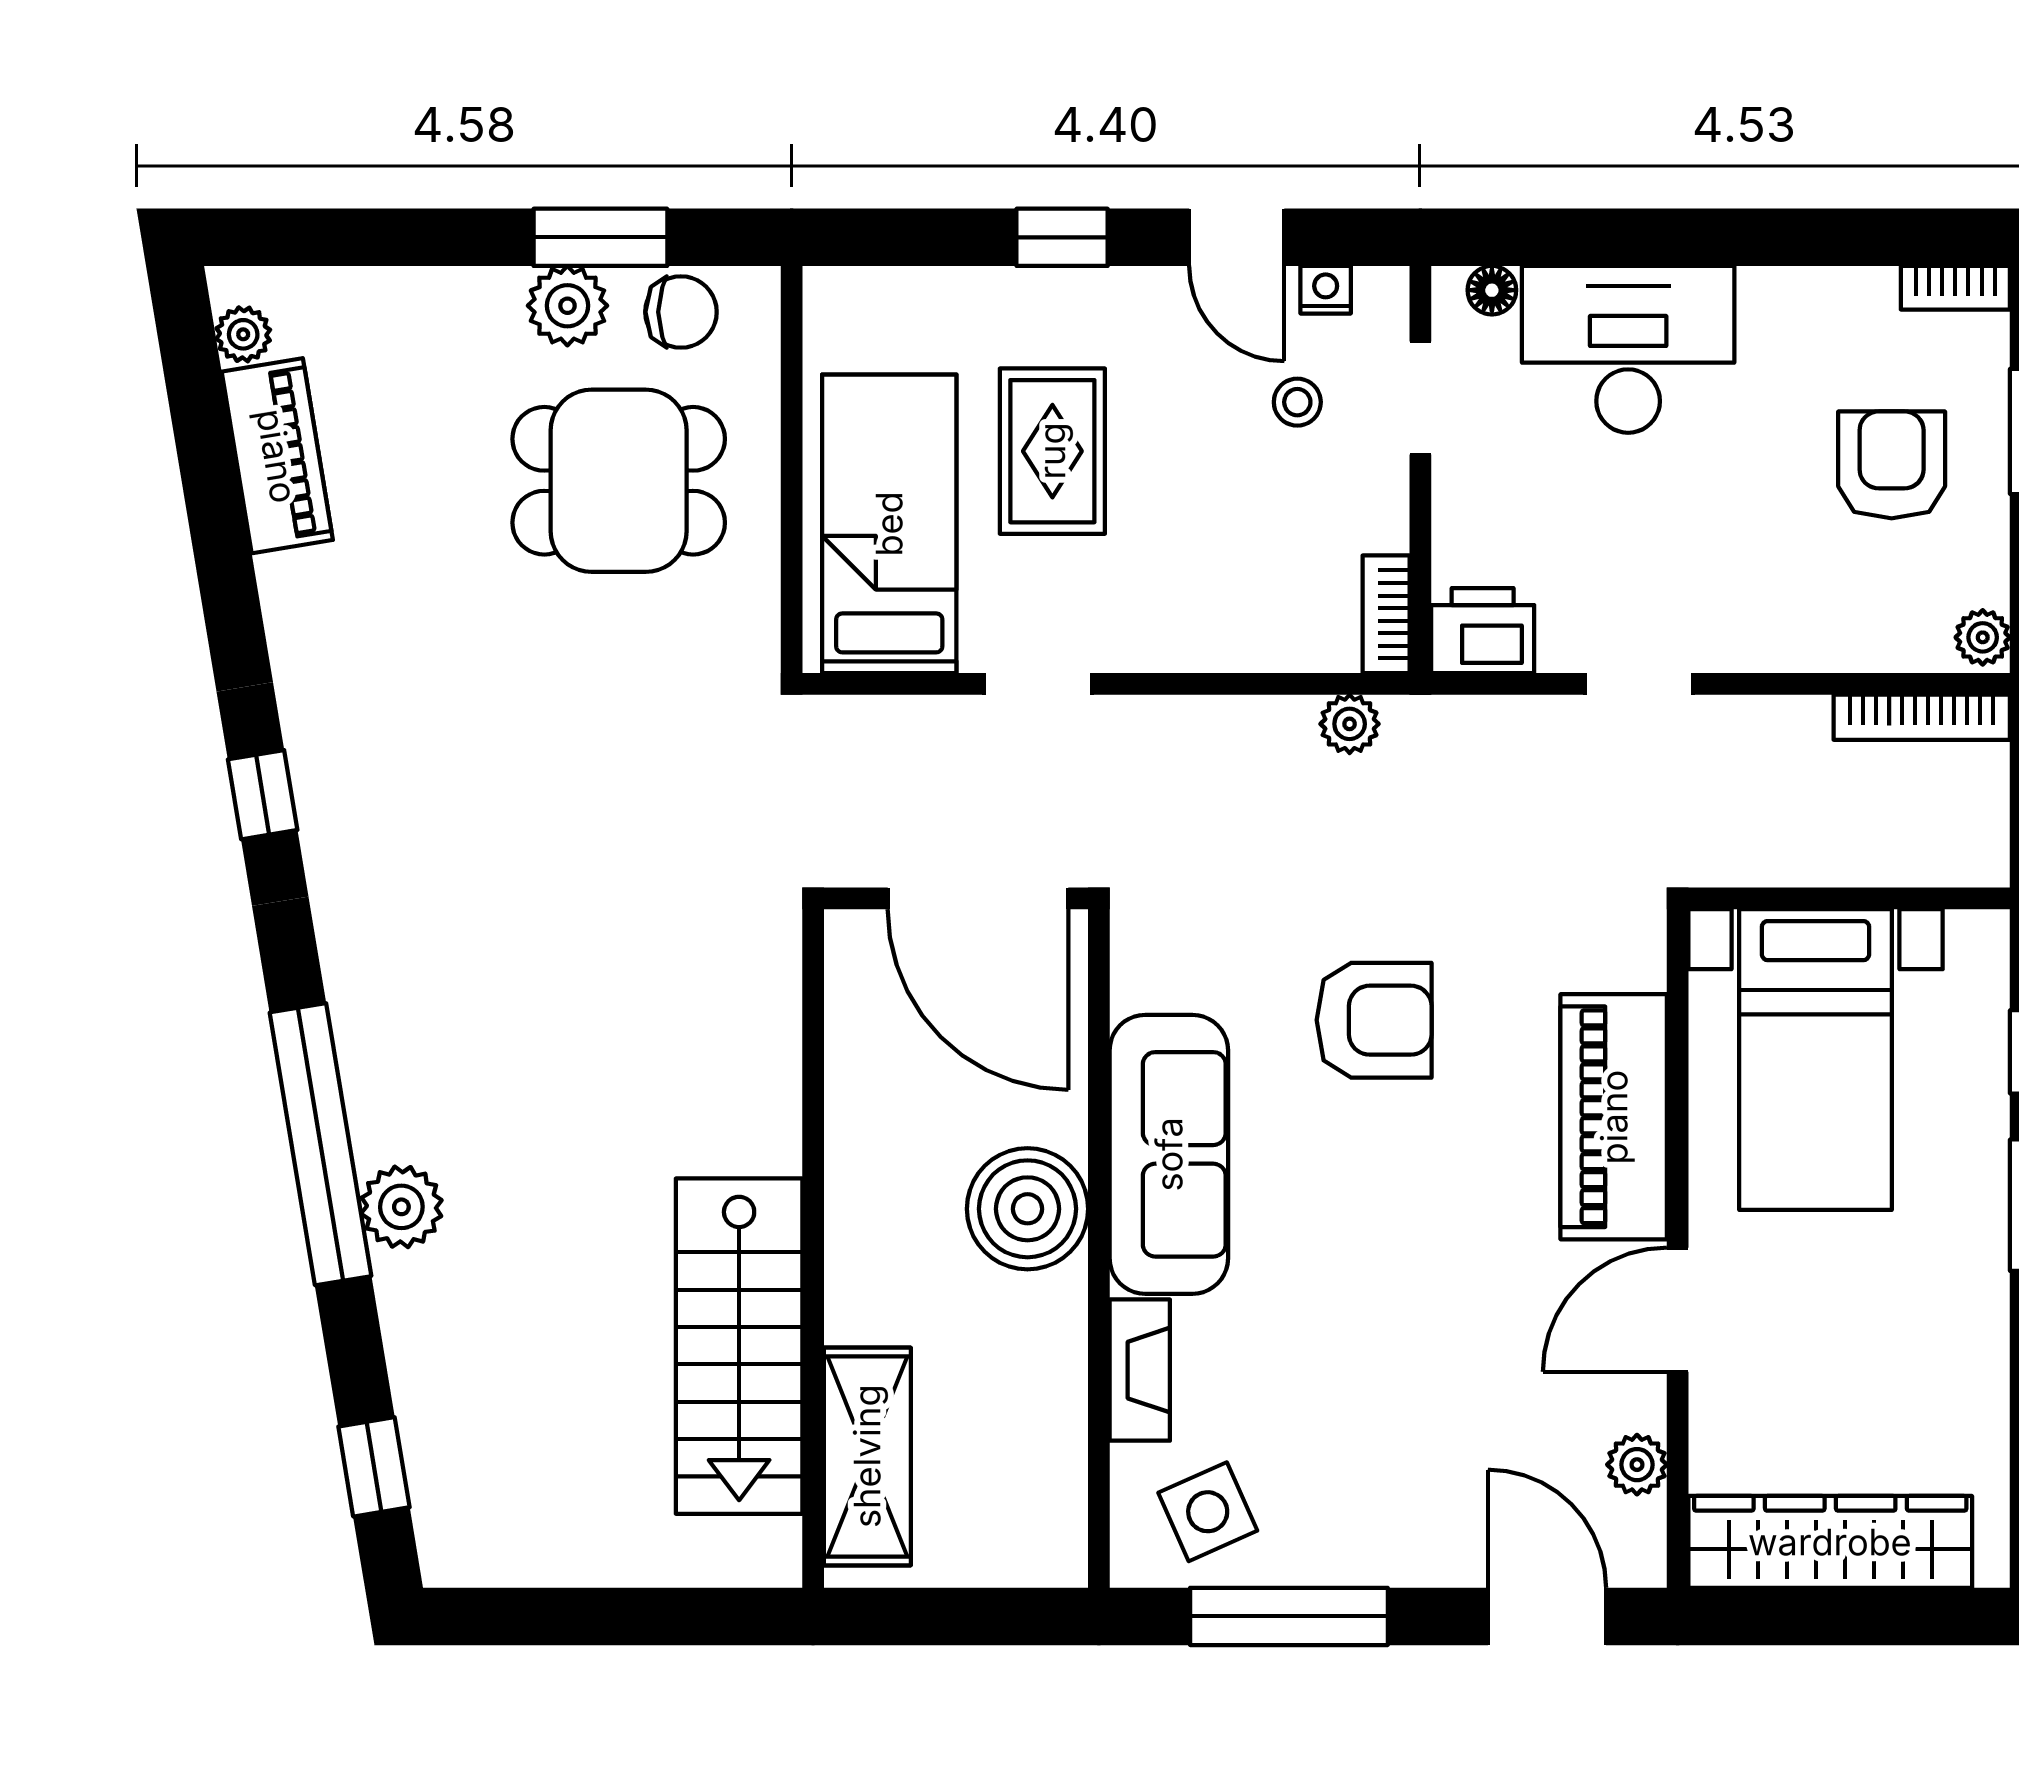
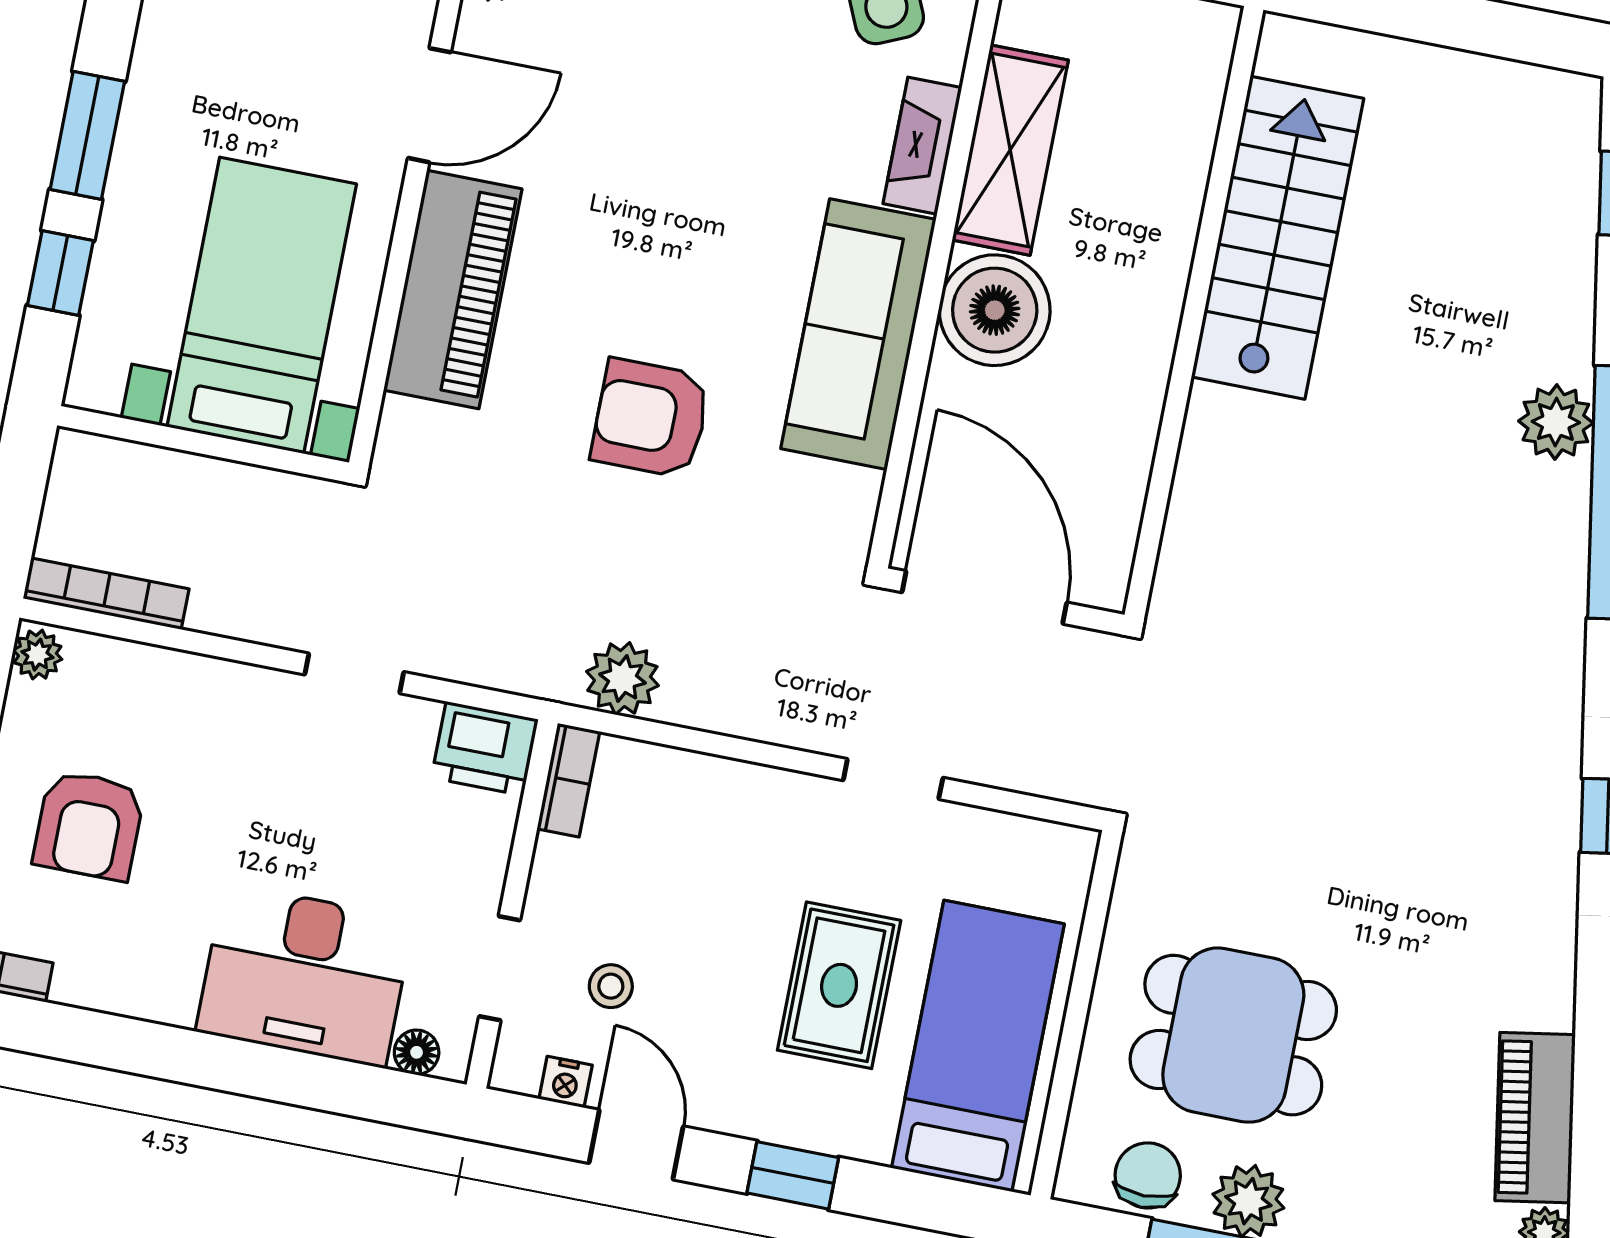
chair: (681, 312) -> (1148, 1175), turned 90
bed: (889, 524) -> (978, 1046), moved, turned 180
plant: (1350, 724) -> (622, 679), width x1.38, depth x1.38
shelving: (867, 1456) -> (1010, 150), moved

